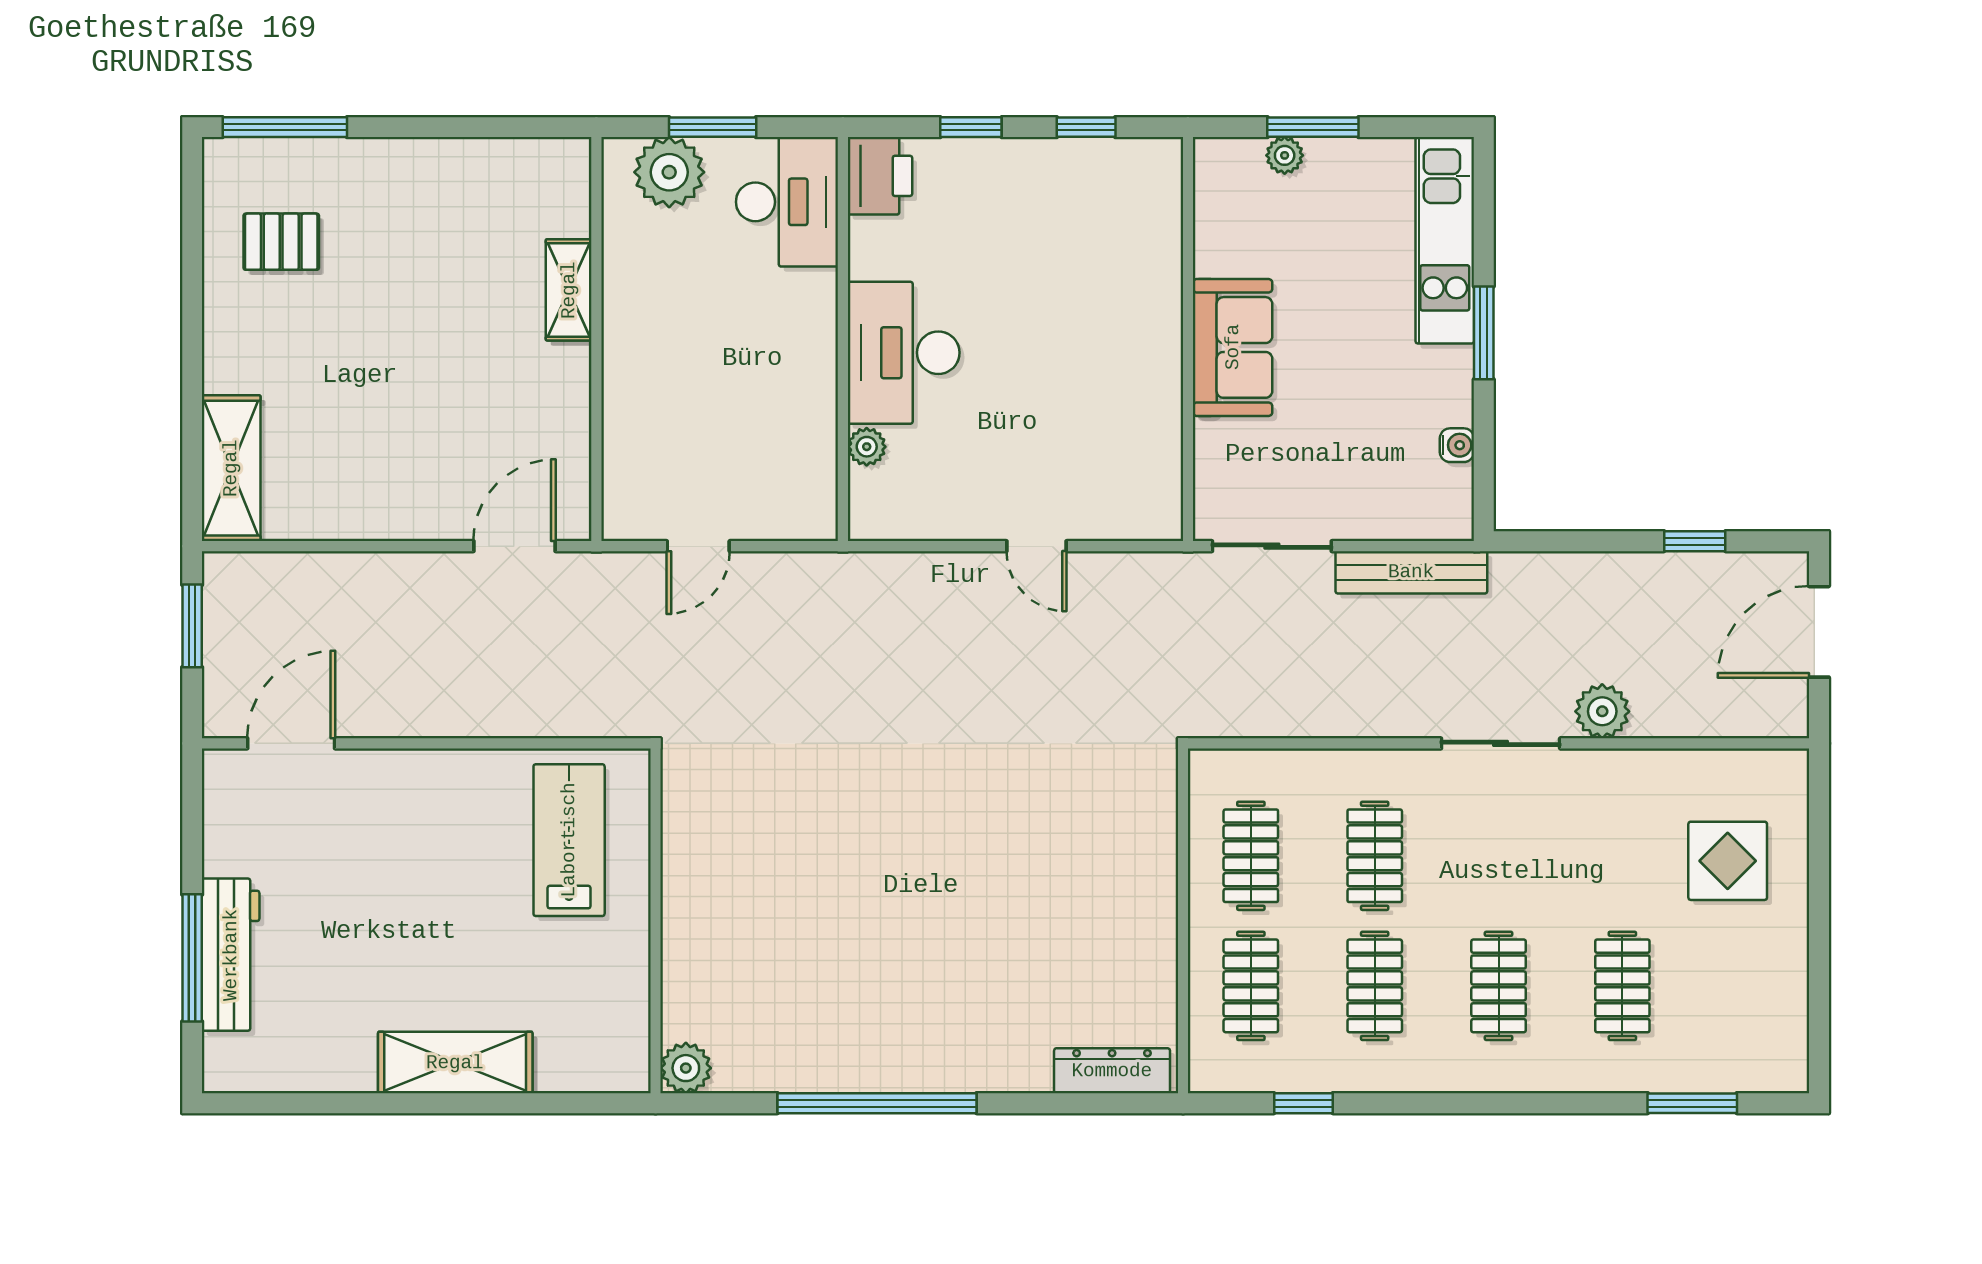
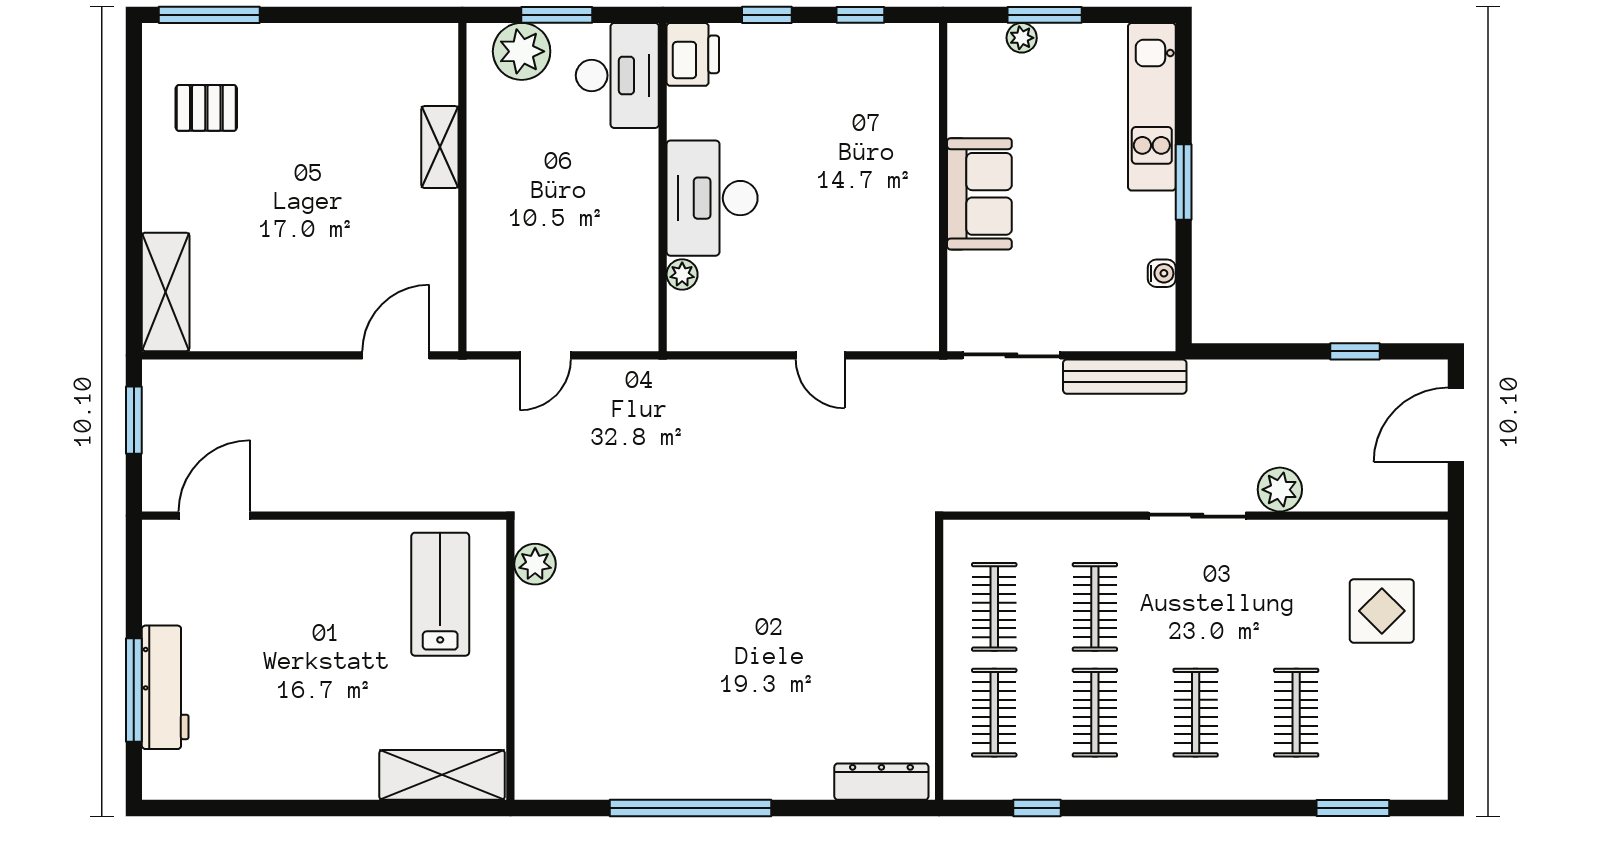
shelving: (455, 1063) -> (442, 775), moved
plant: (686, 1068) -> (535, 564), moved

